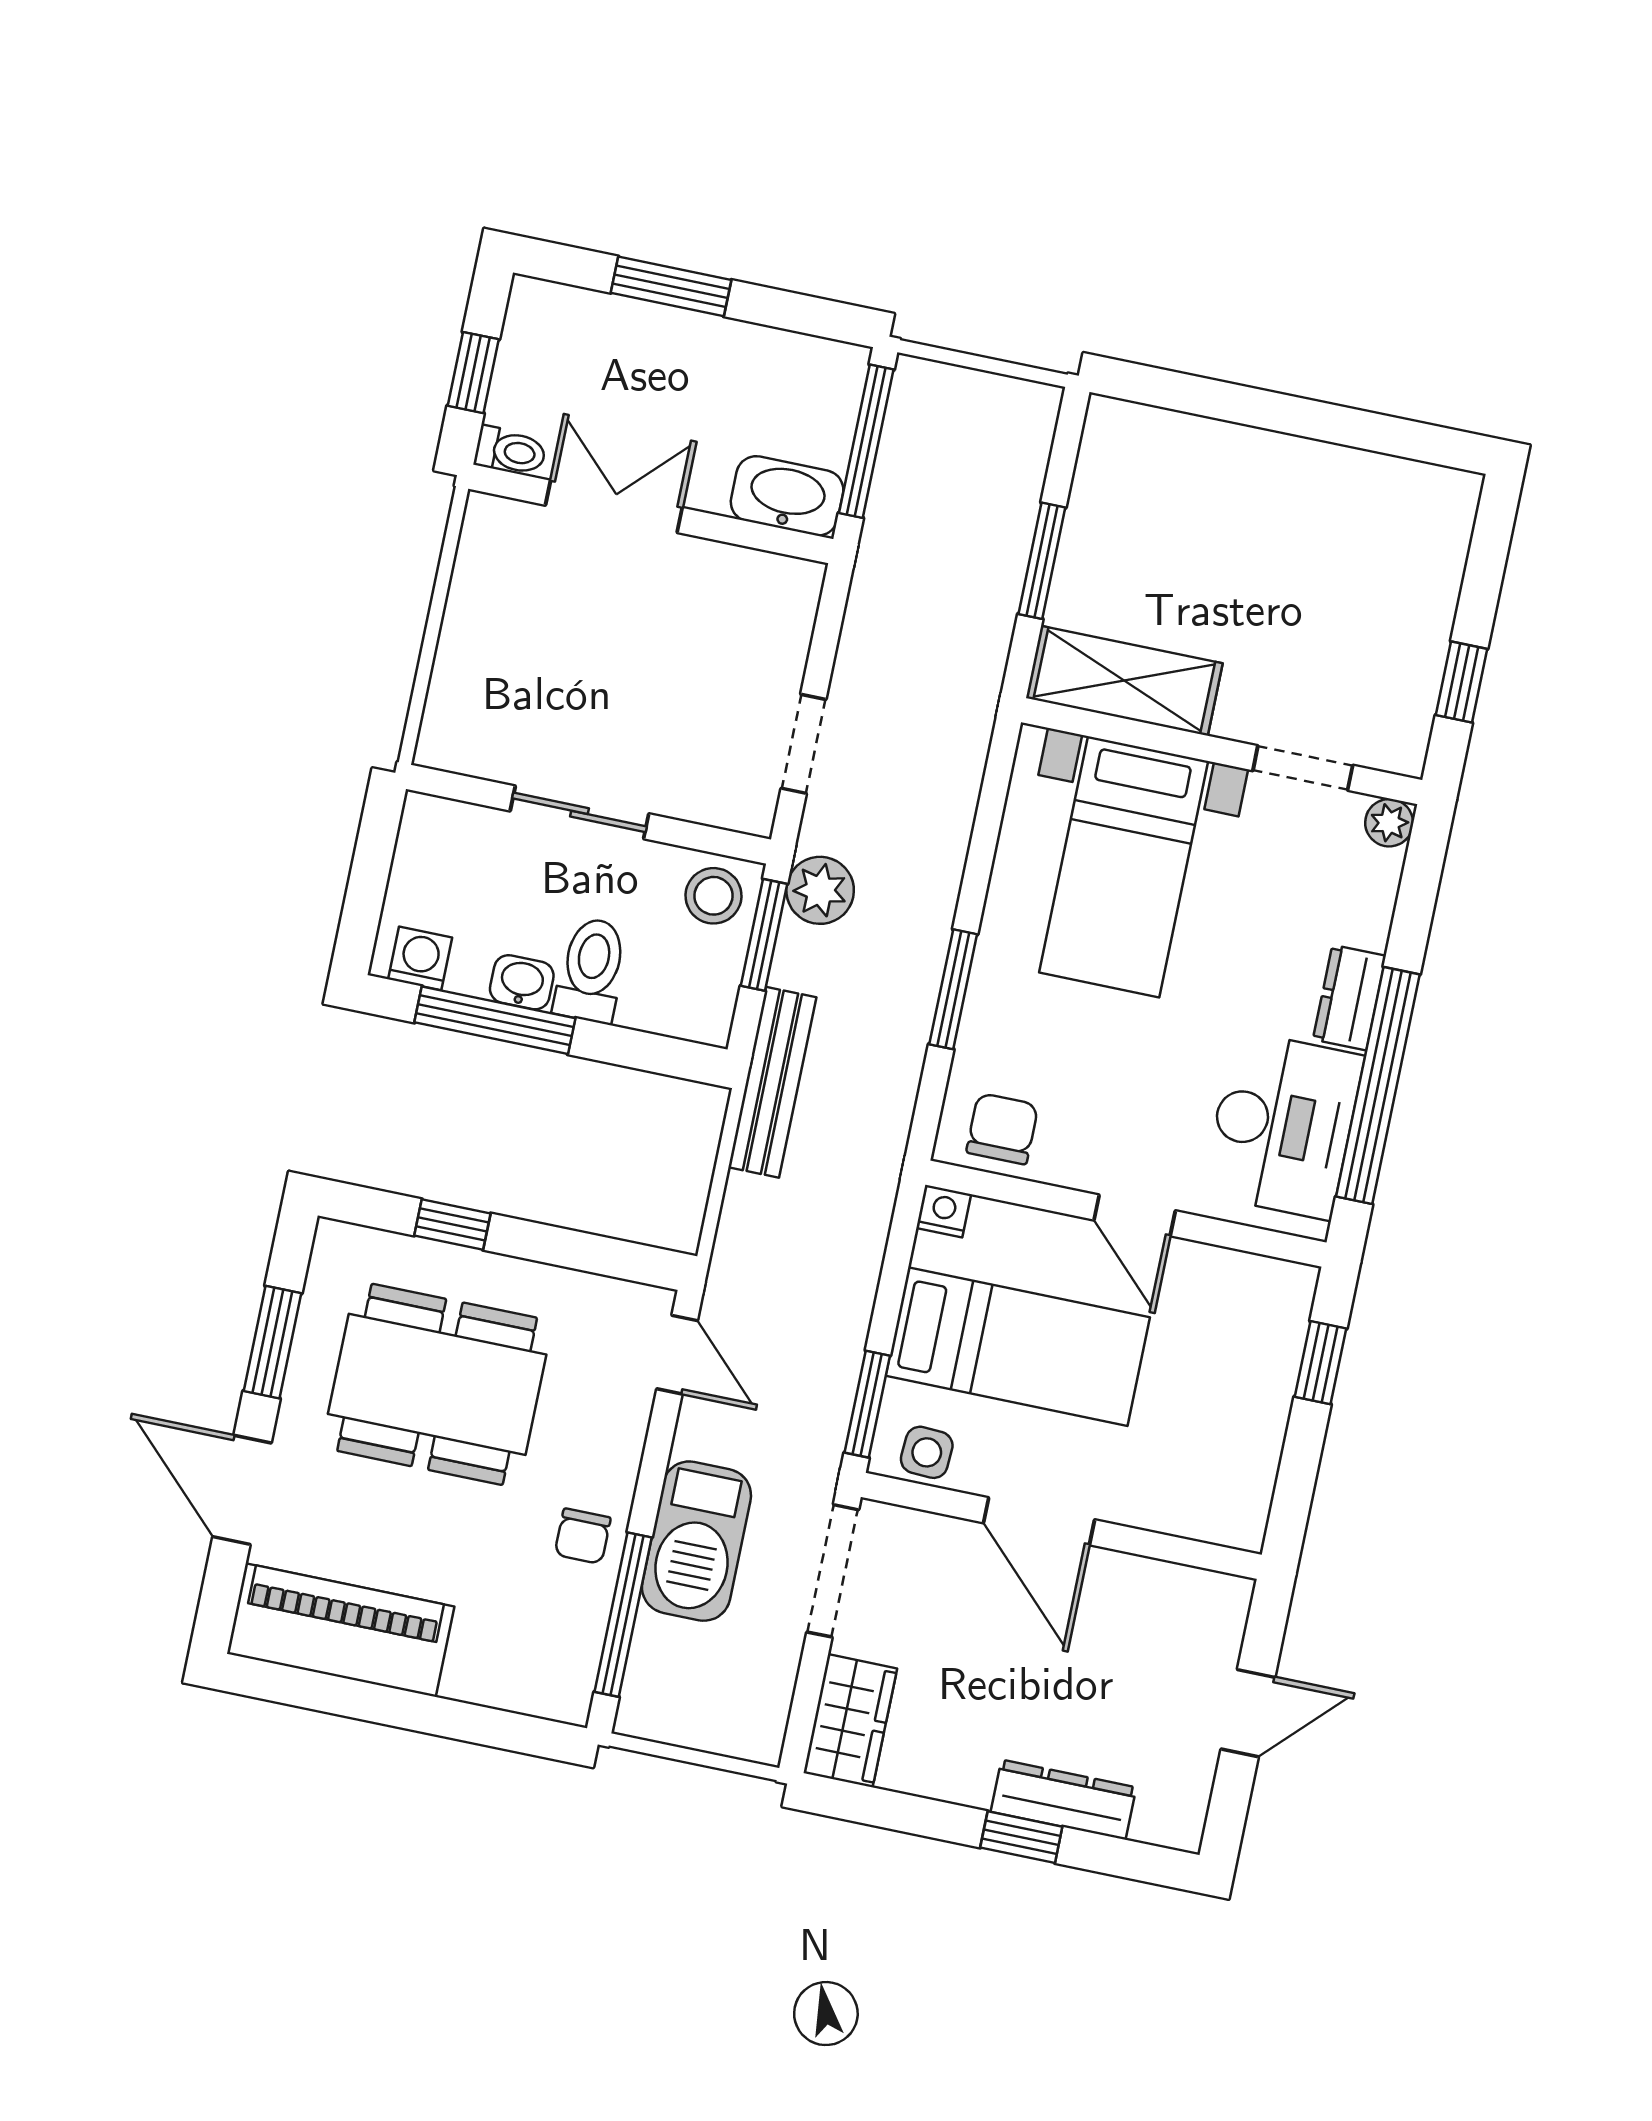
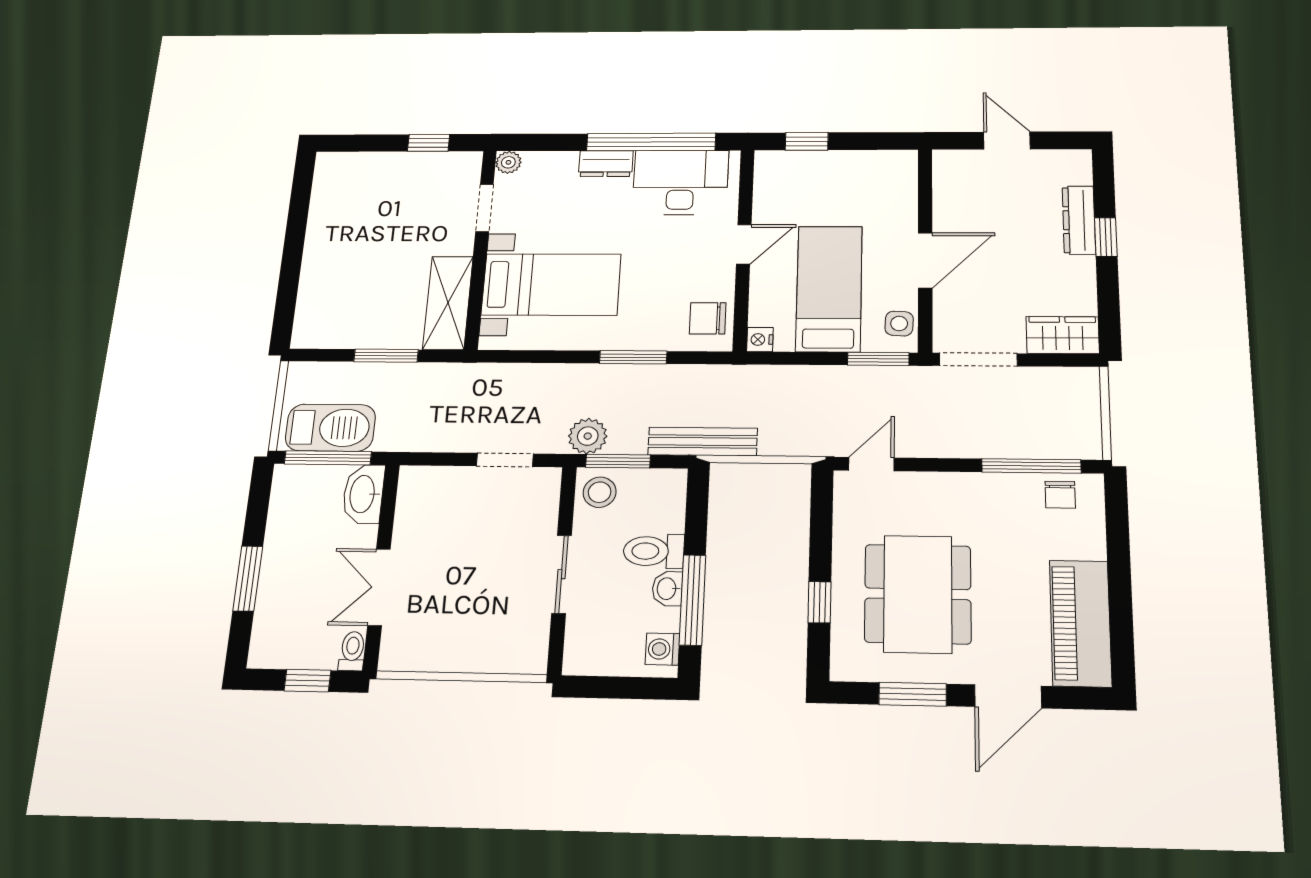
chair: (583, 1536) -> (1060, 495), moved, turned 90
barbecue: (696, 1541) -> (330, 428), moved

